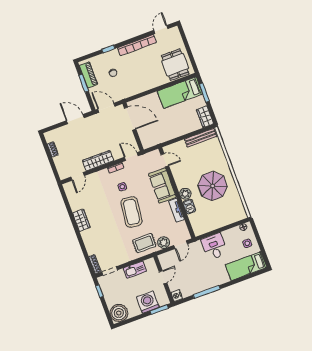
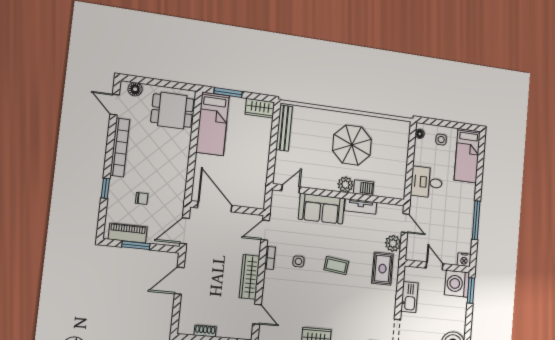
floor lamp: (176, 37) -> (135, 89), added
door: (130, 119) -> (215, 207), hinge flipped
coffee table: (131, 212) -> (336, 266), width x0.54, depth x0.58
washing machine: (148, 302) -> (457, 284), moved

